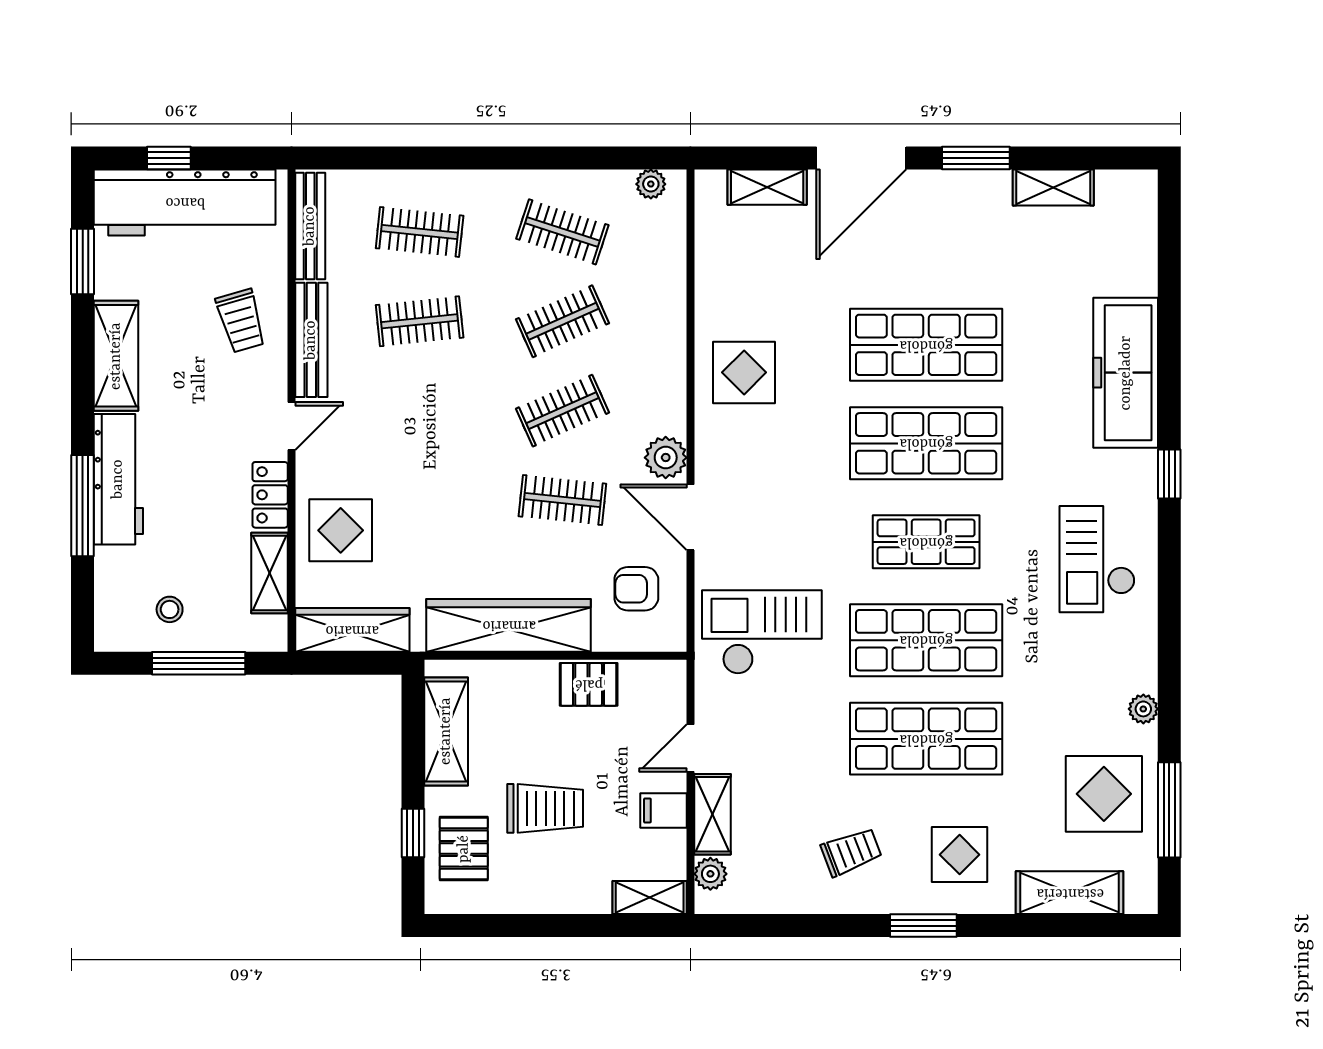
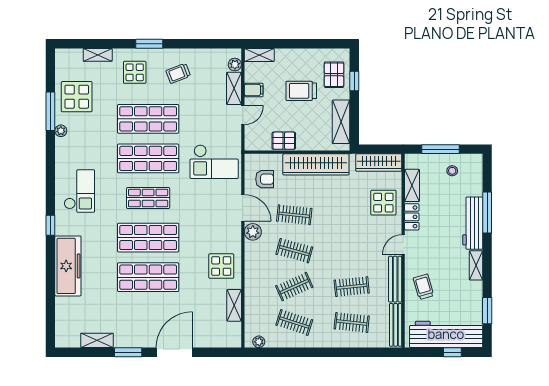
shelving: (767, 187) -> (234, 305), moved, turned 90
shelving: (116, 356) -> (476, 265), width x0.67, depth x0.75
clothes rail: (562, 411) -> (294, 251), turned 39
window: (1169, 810) -> (50, 111), moved
shelving: (1070, 893) -> (98, 55), width x0.67, depth x0.75

